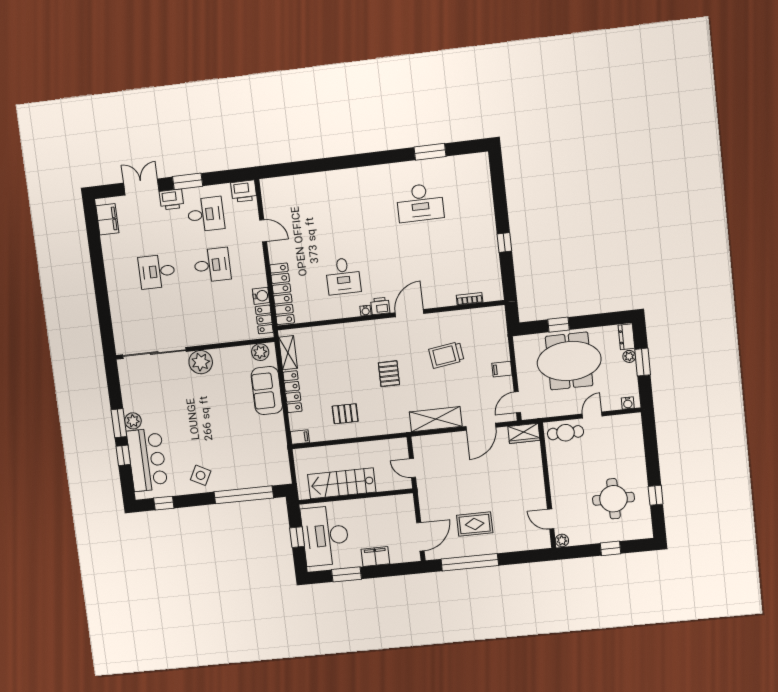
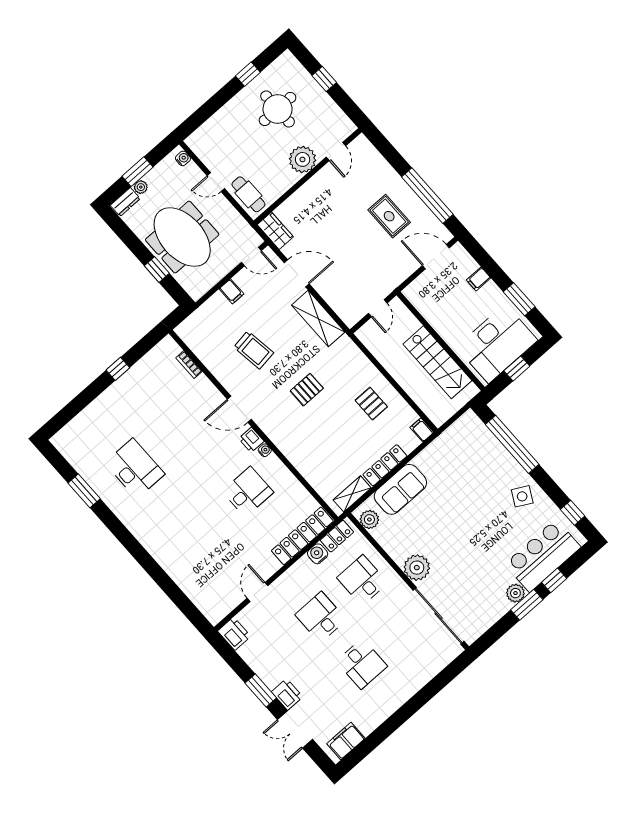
desk: (206, 214) -> (362, 580), moved
plant: (562, 540) -> (303, 159), moved, width x1.87, depth x1.87
filing cabinet: (375, 557) -> (479, 279), width x0.50

